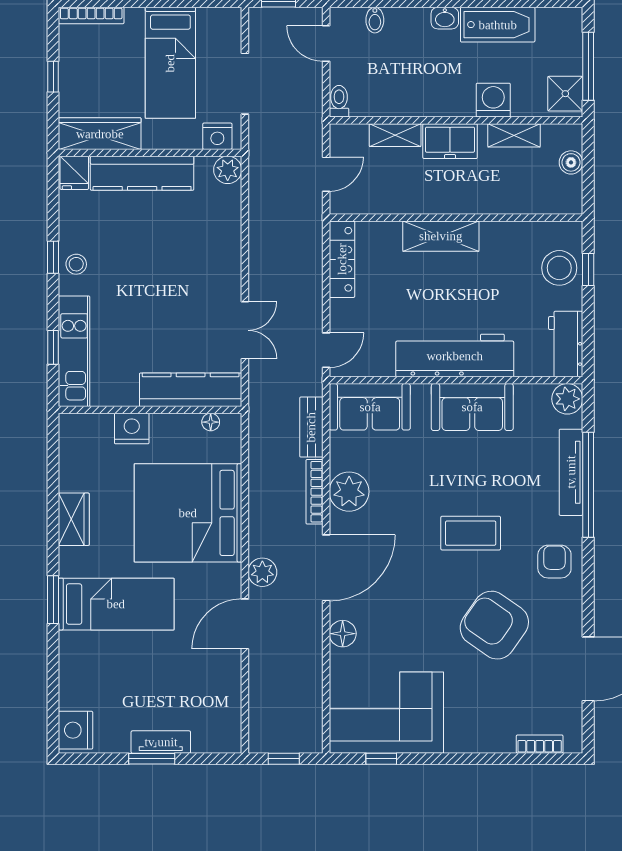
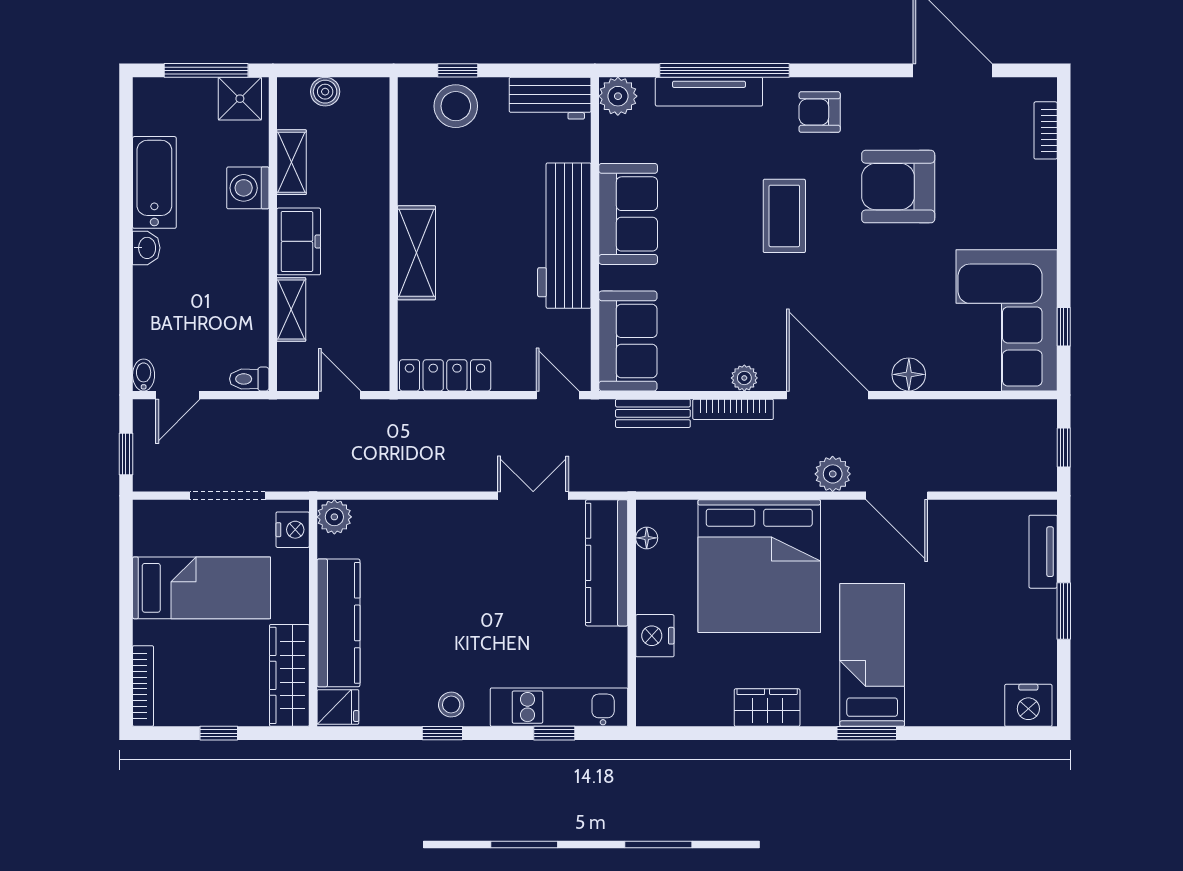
bidet: (375, 20) -> (144, 375), moved, turned -90
plant: (349, 492) -> (744, 378), width x0.53, depth x0.53
armchair: (494, 625) -> (898, 187), turned 55
tv unit: (161, 742) -> (1043, 552), moved

